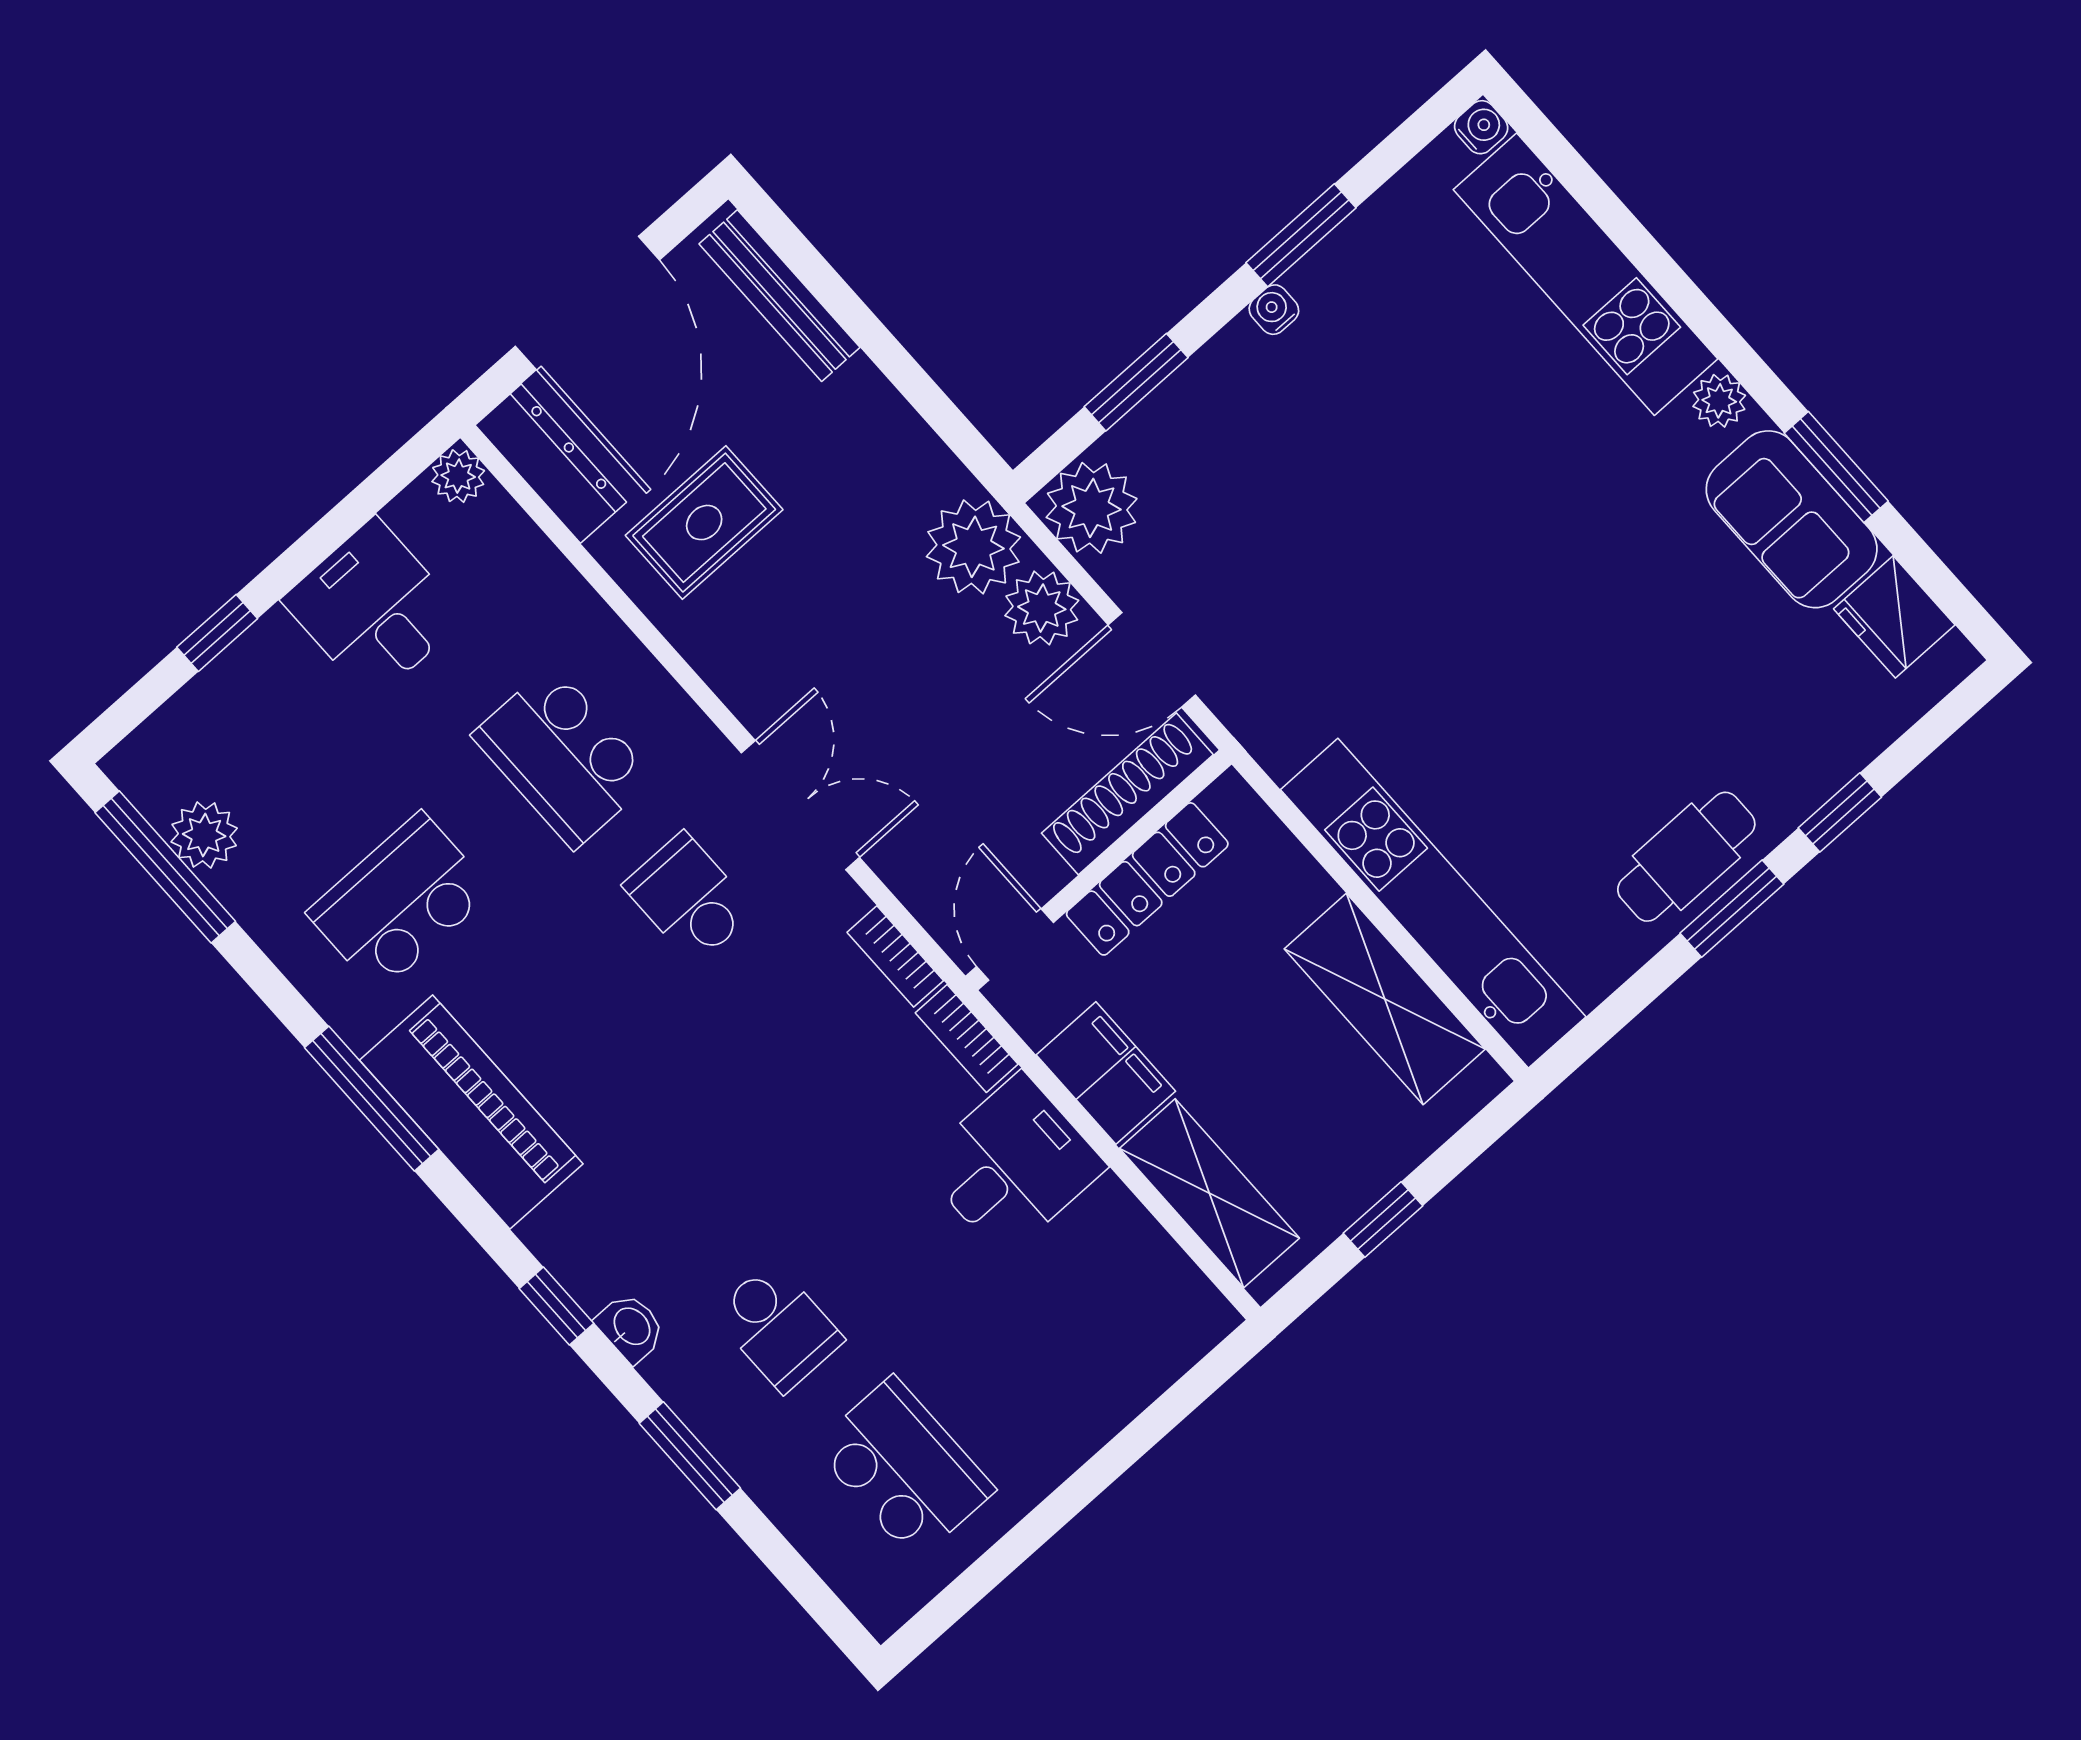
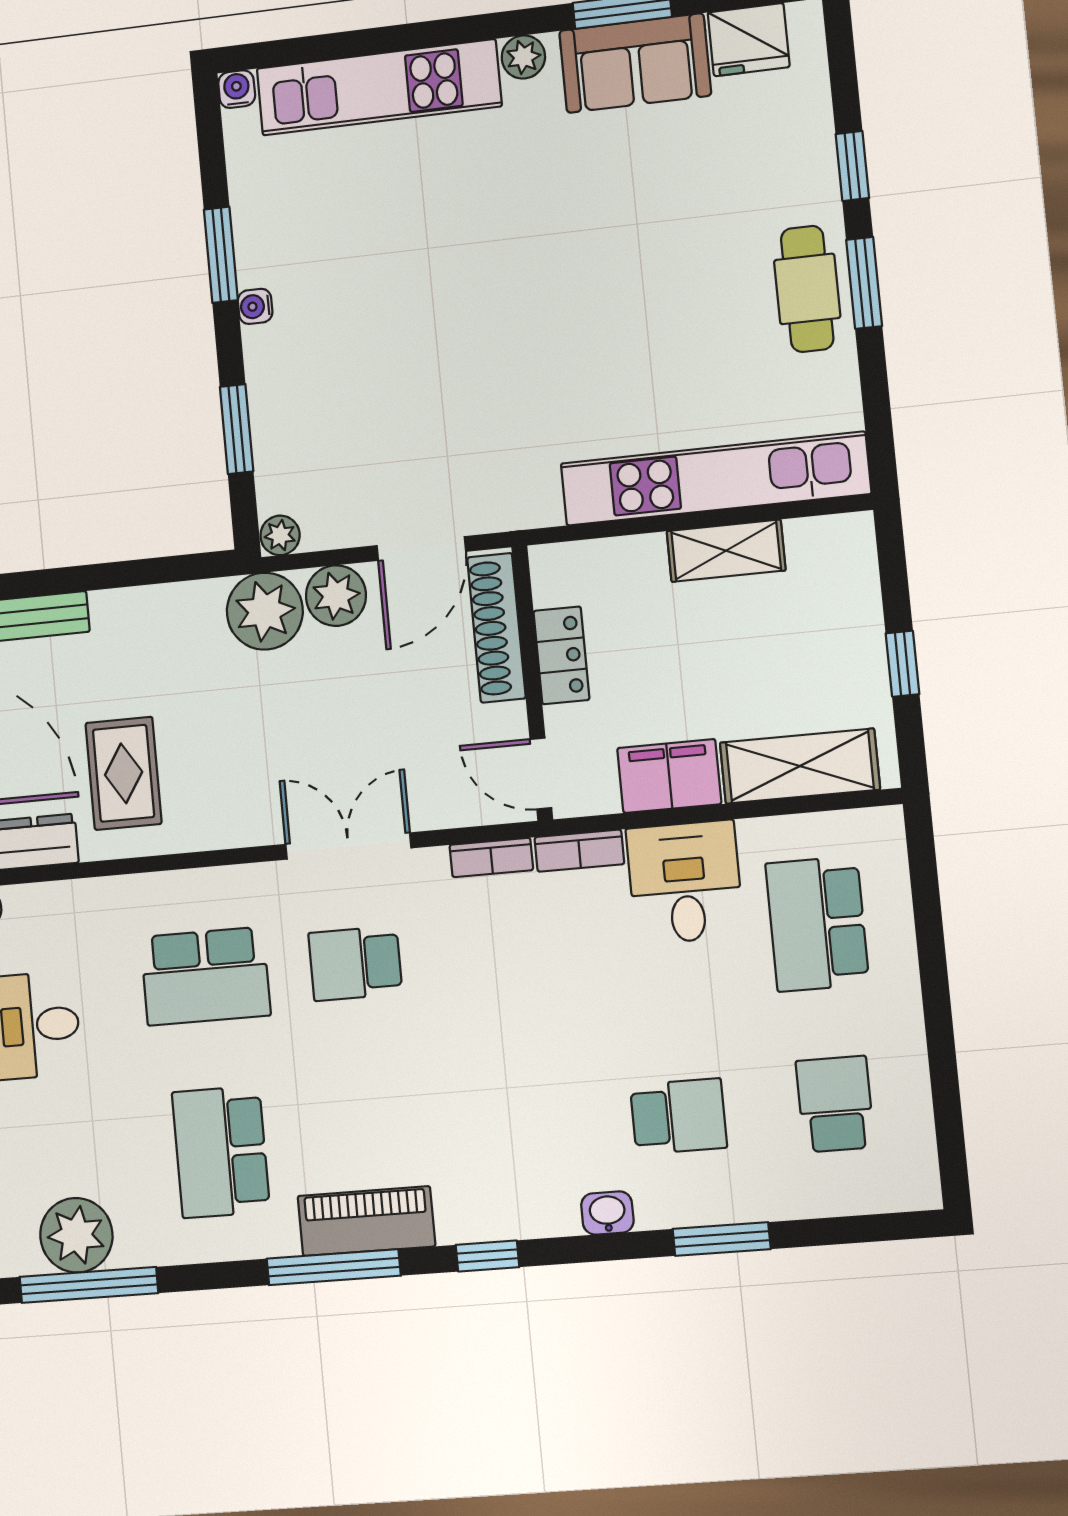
plant: (1092, 508) -> (280, 535), width x0.53, depth x0.53
plant: (204, 835) -> (76, 1235), width x1.36, depth x1.36
locker: (1147, 879) -> (561, 655), width x0.66
shelving: (1385, 999) -> (726, 551), width x0.67, depth x0.75
piano: (471, 1112) -> (366, 1221), width x0.73, depth x0.75
window: (556, 1306) -> (487, 1256), moved
school desk: (1067, 1323) -> (817, 924), added
school desk: (904, 1468) -> (835, 1104), width x0.54

